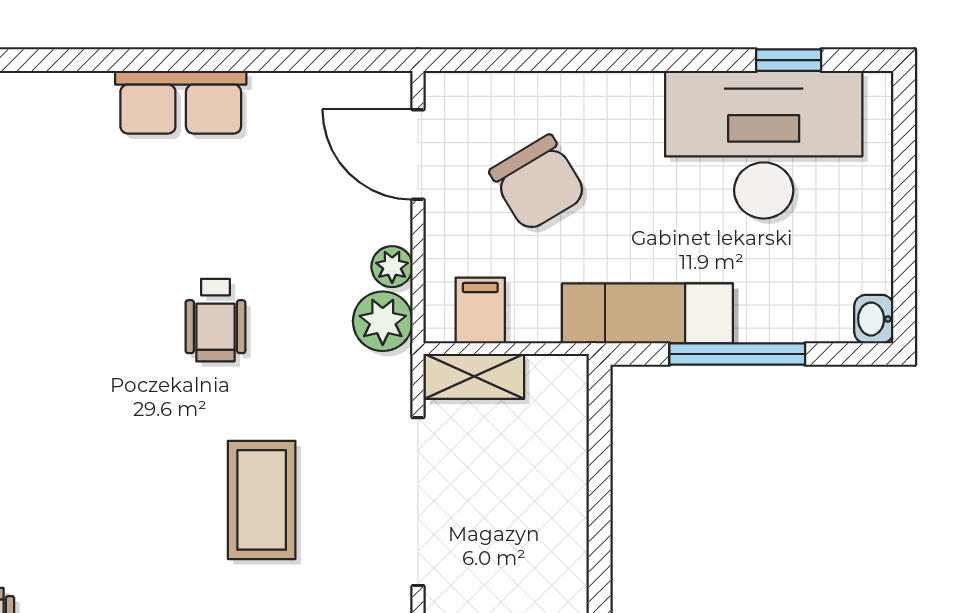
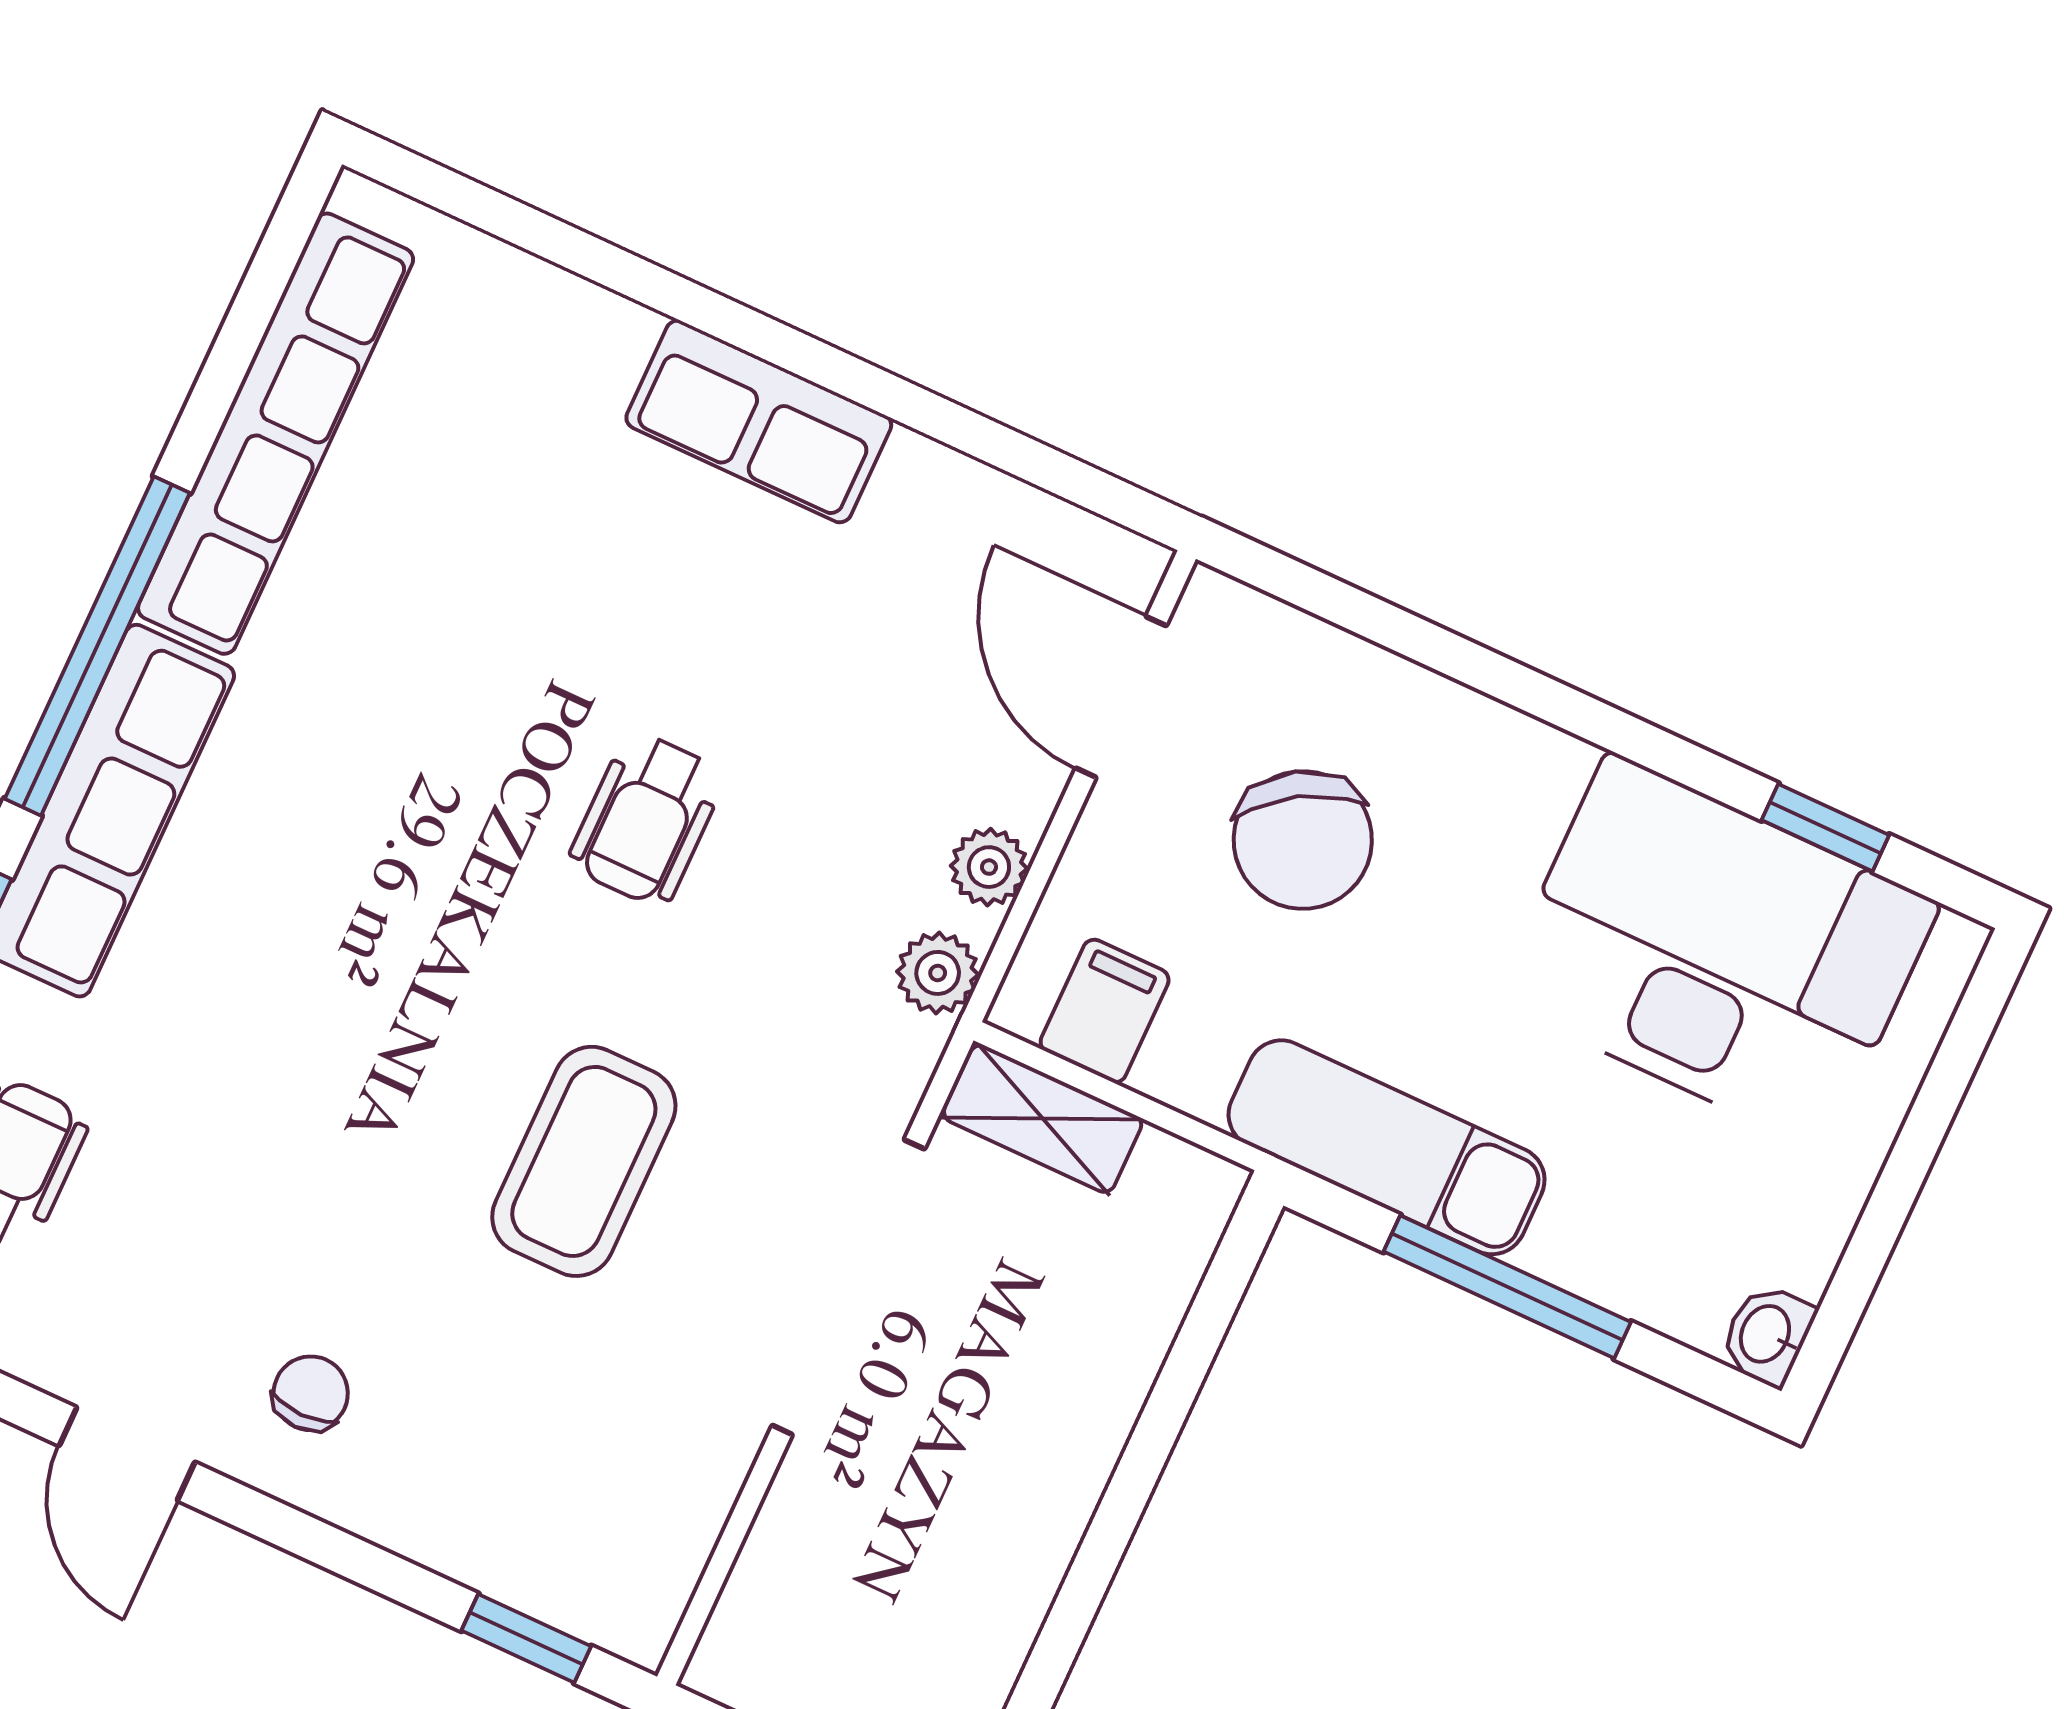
plant: (383, 321) -> (938, 973), width x0.73, depth x0.73

